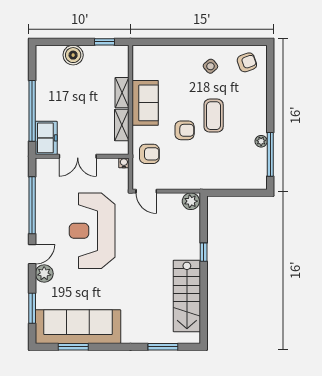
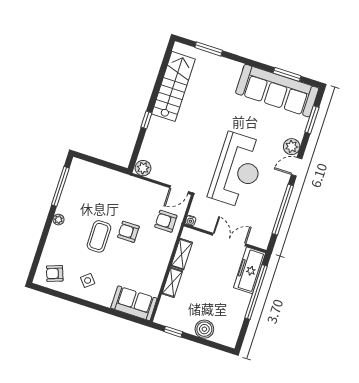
sofa: (145, 103) -> (134, 303), moved, turned 90
freezer: (46, 138) -> (249, 270), width x1.40
plant: (261, 141) -> (58, 220), moved
door: (146, 191) -> (179, 190), swing flipped

